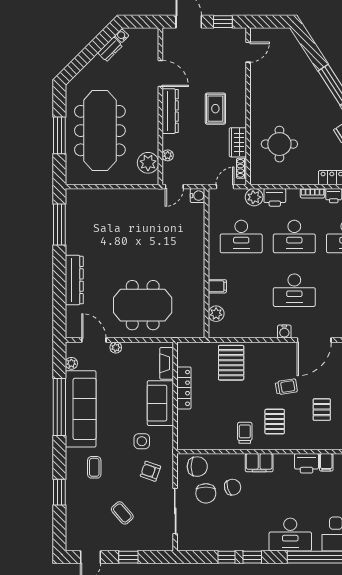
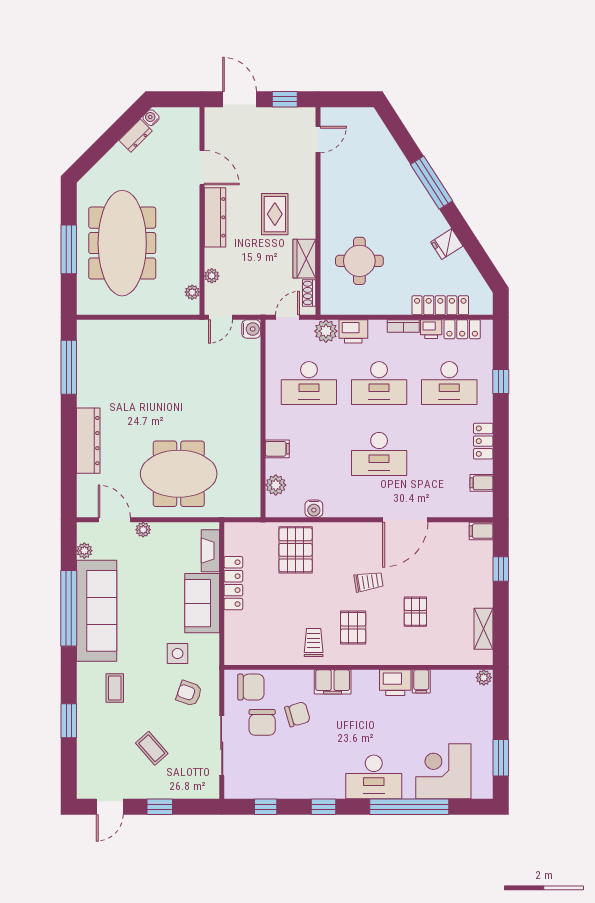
plant: (148, 163) -> (192, 292), width x0.53, depth x0.53
water cooler: (284, 332) -> (314, 509), moved
window: (227, 557) -> (266, 807), moved

